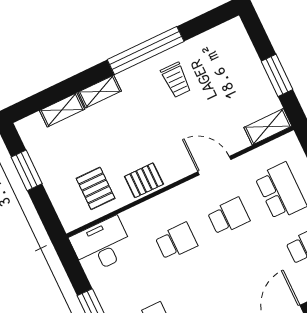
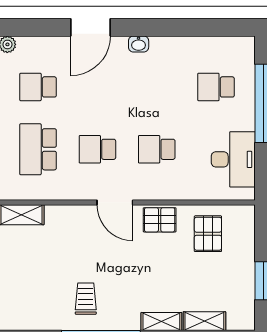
door: (214, 166) -> (115, 202), moved
desk: (102, 245) -> (233, 159), moved, turned -90

